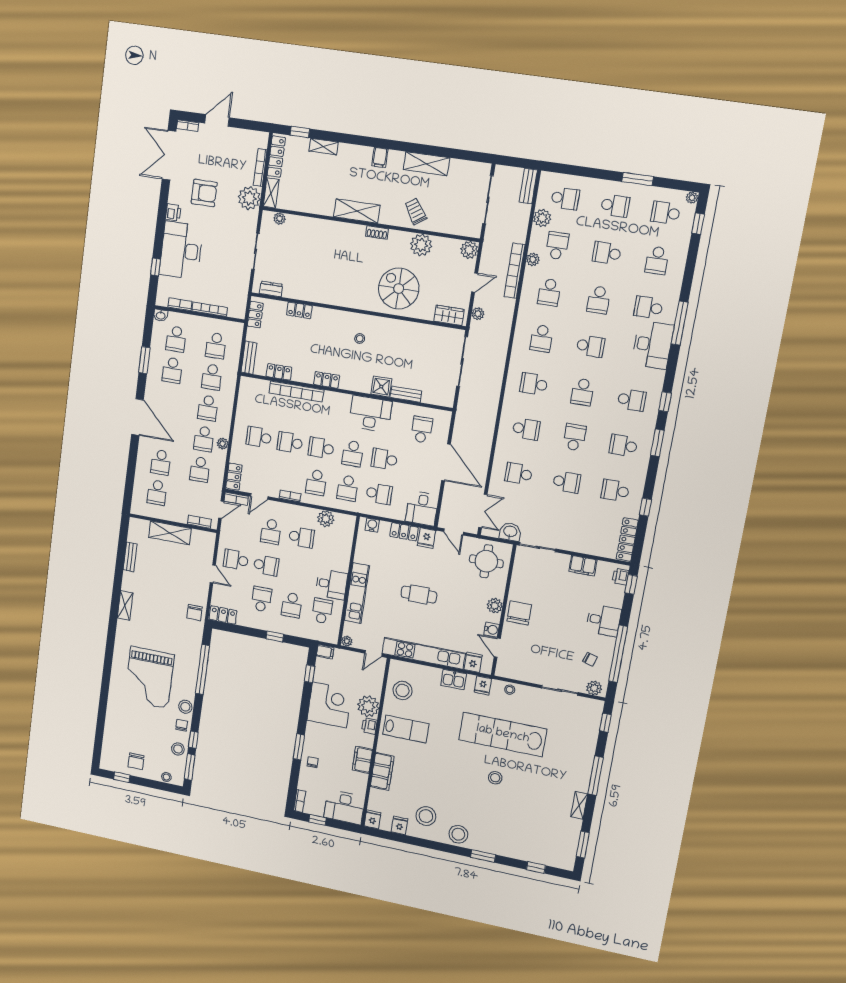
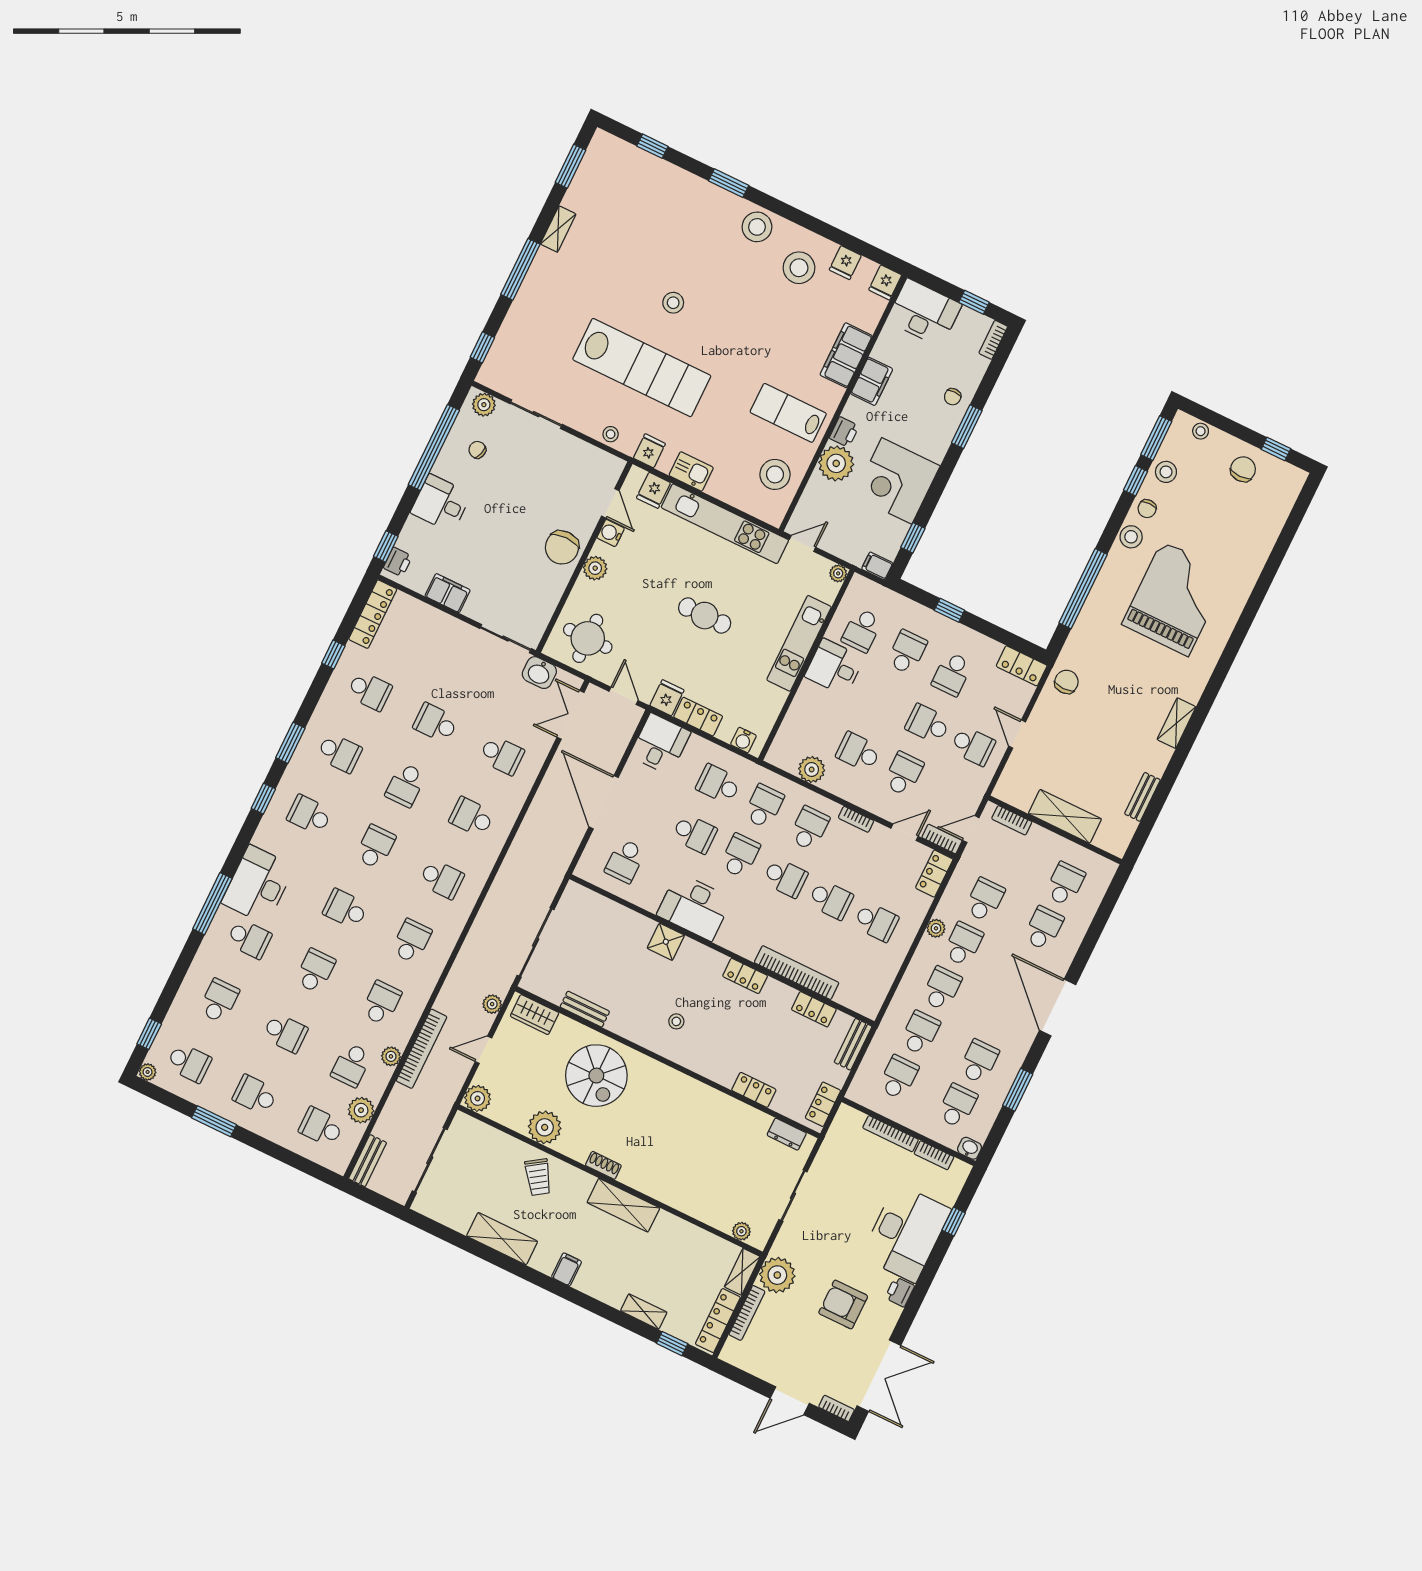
bench: (406, 394) -> (585, 1009), moved

